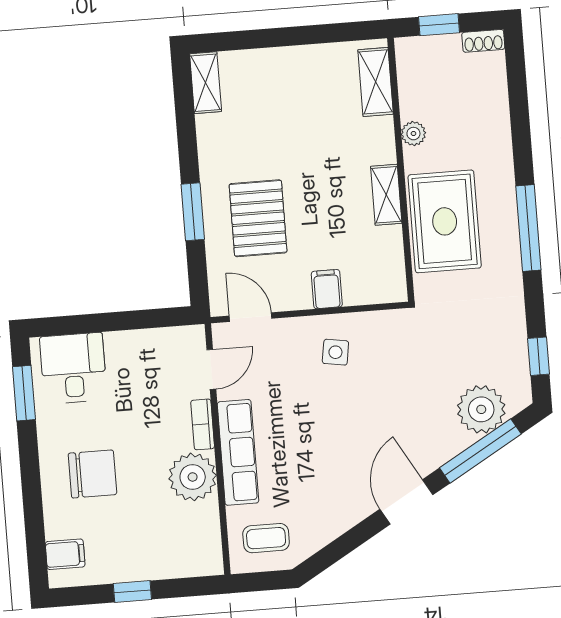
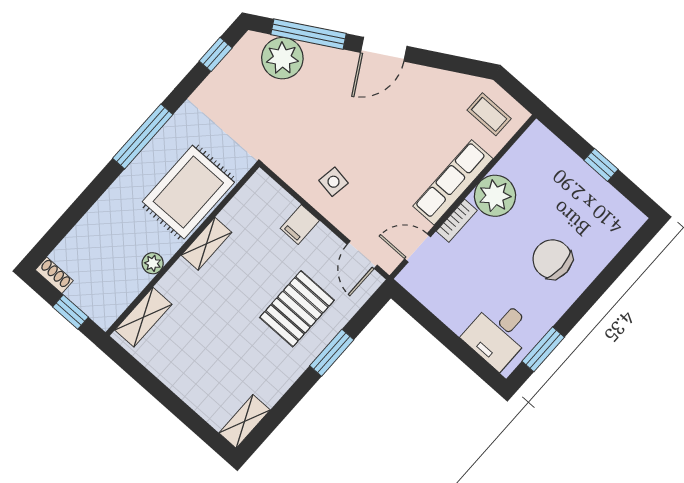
filing cabinet: (65, 554) -> (618, 228), removed

